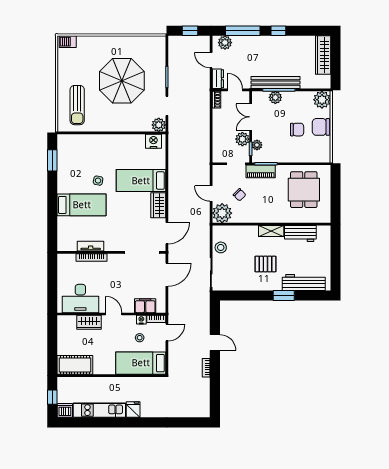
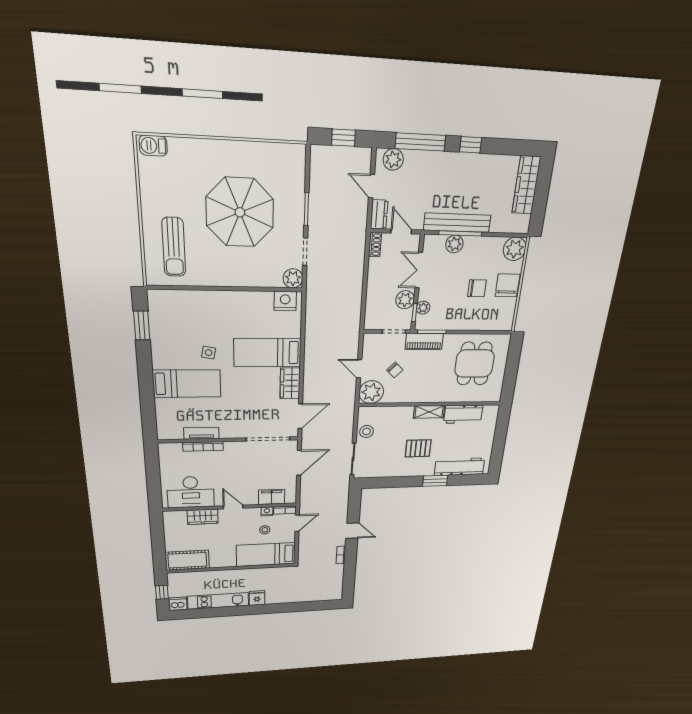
chair: (321, 127) -> (507, 285), turned 90

